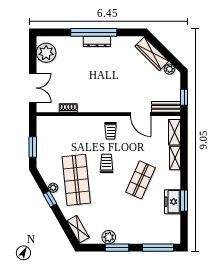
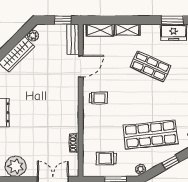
trolley: (107, 163) -> (106, 159), moved
plant: (53, 188) -> (141, 169), moved

